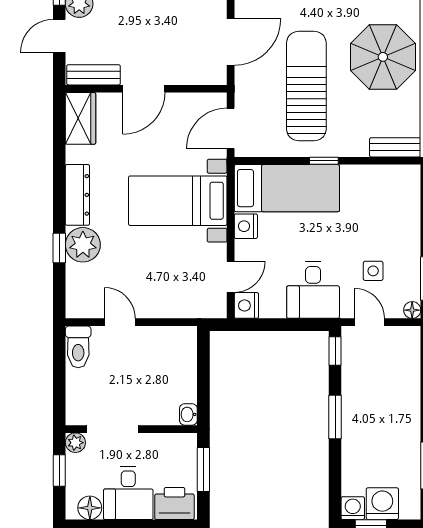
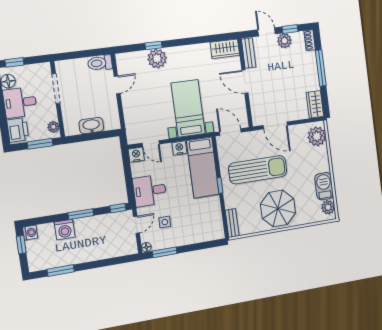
dresser: (77, 195) -> (184, 52), removed
washbasin: (188, 414) -> (91, 126), moved, width x1.91, depth x1.45
plant: (75, 443) -> (53, 127), moved
window: (59, 471) -> (14, 62), moved
washing machine: (382, 504) -> (65, 230), moved, turned 90

